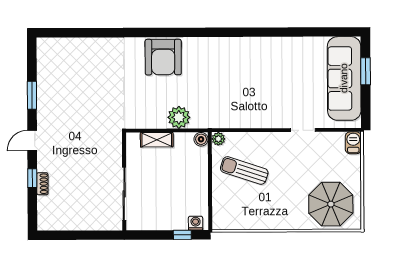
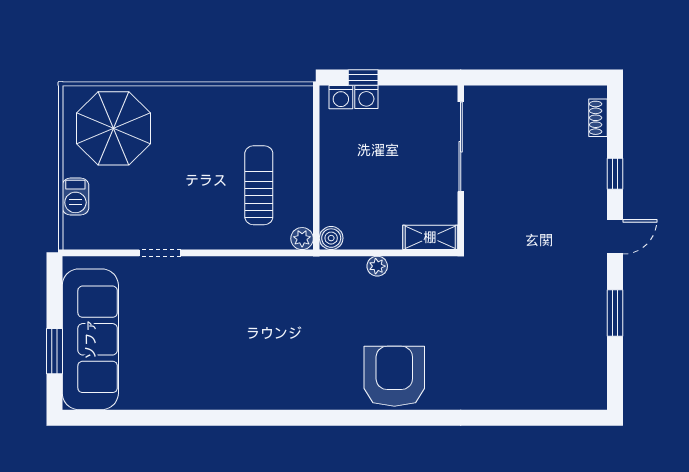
plant: (179, 117) -> (377, 266), width x0.53, depth x0.53
shelving: (157, 140) -> (430, 237), moved
barbecue: (353, 143) -> (75, 197), moved
sun lounger: (244, 171) -> (259, 185), turned -108
shoe rack: (42, 184) -> (598, 118), moved
washing machine: (180, 223) -> (366, 97), added

